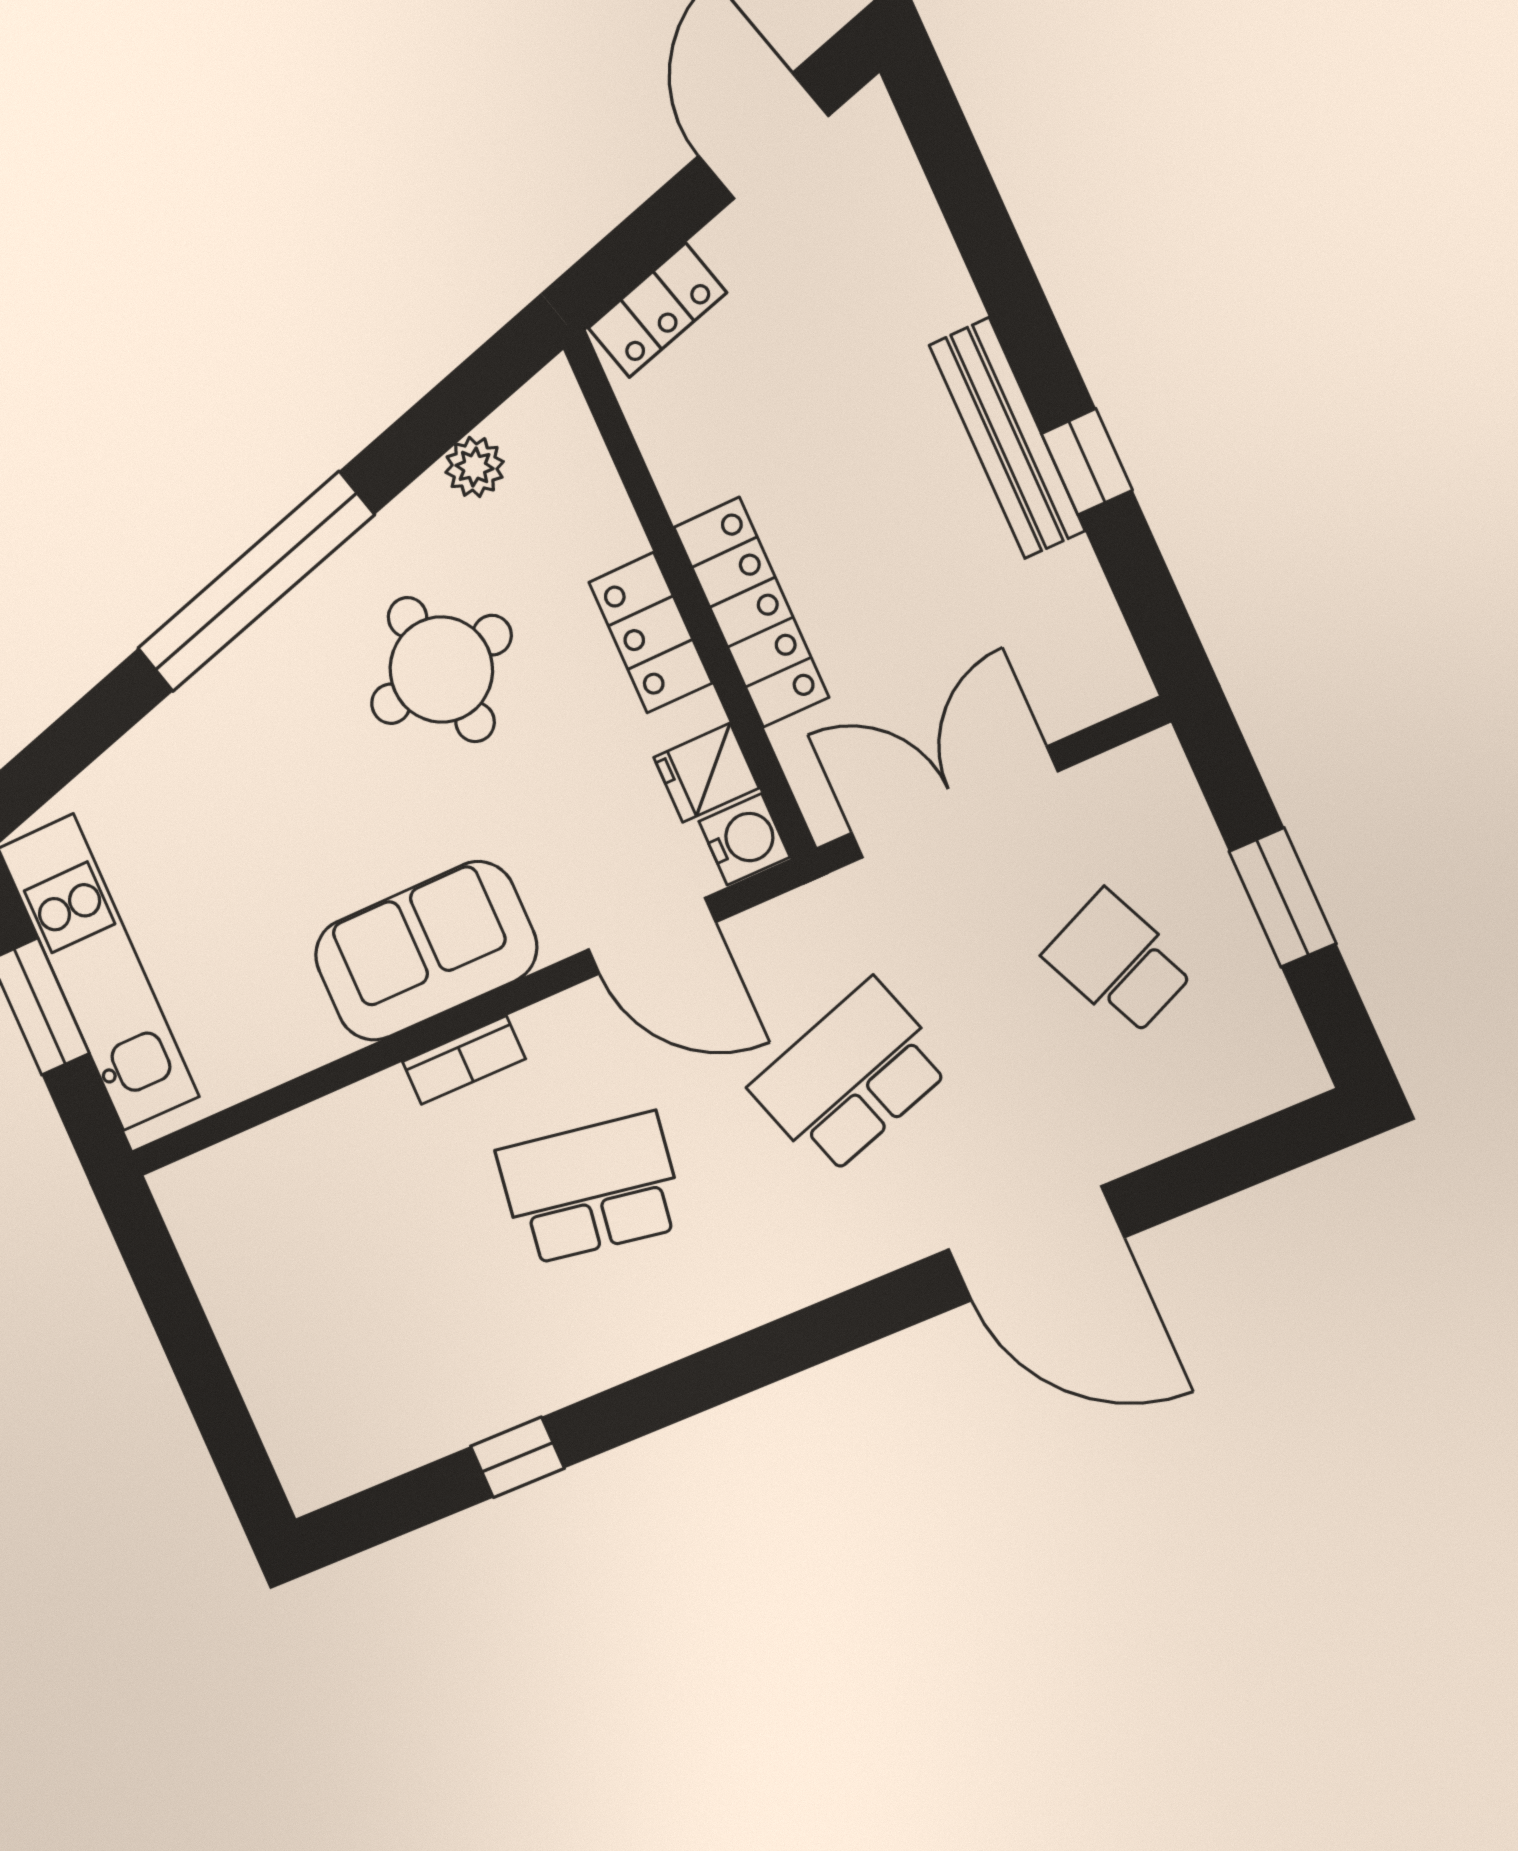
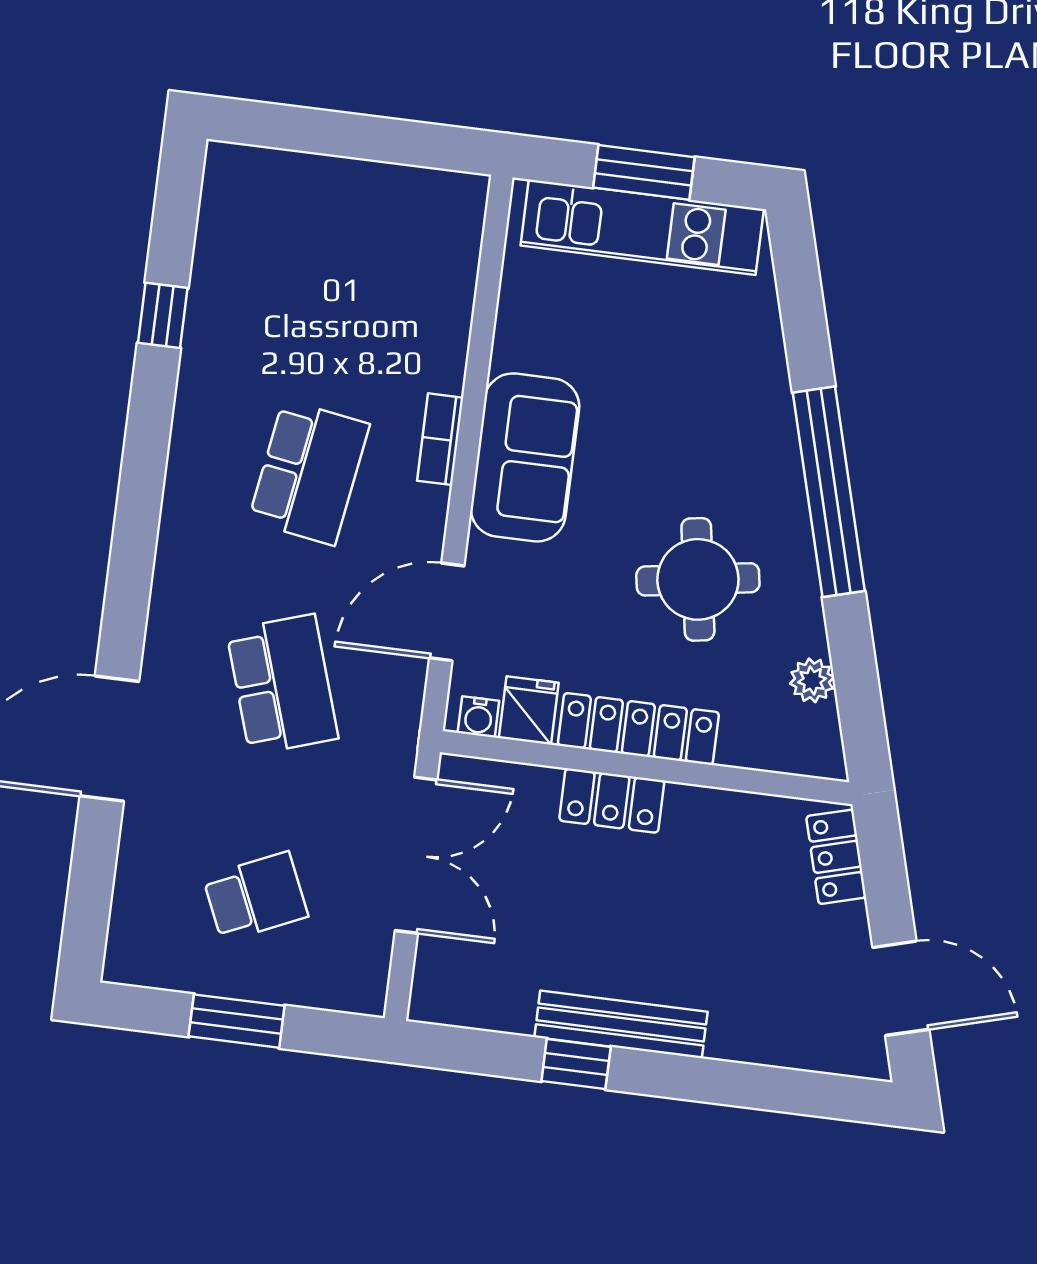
locker: (751, 612) -> (612, 801), width x0.66
locker: (650, 633) -> (638, 729), width x1.53
water cooler: (744, 839) -> (478, 717), width x0.72, depth x0.72

